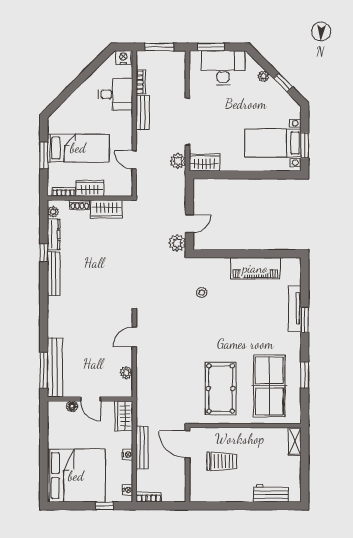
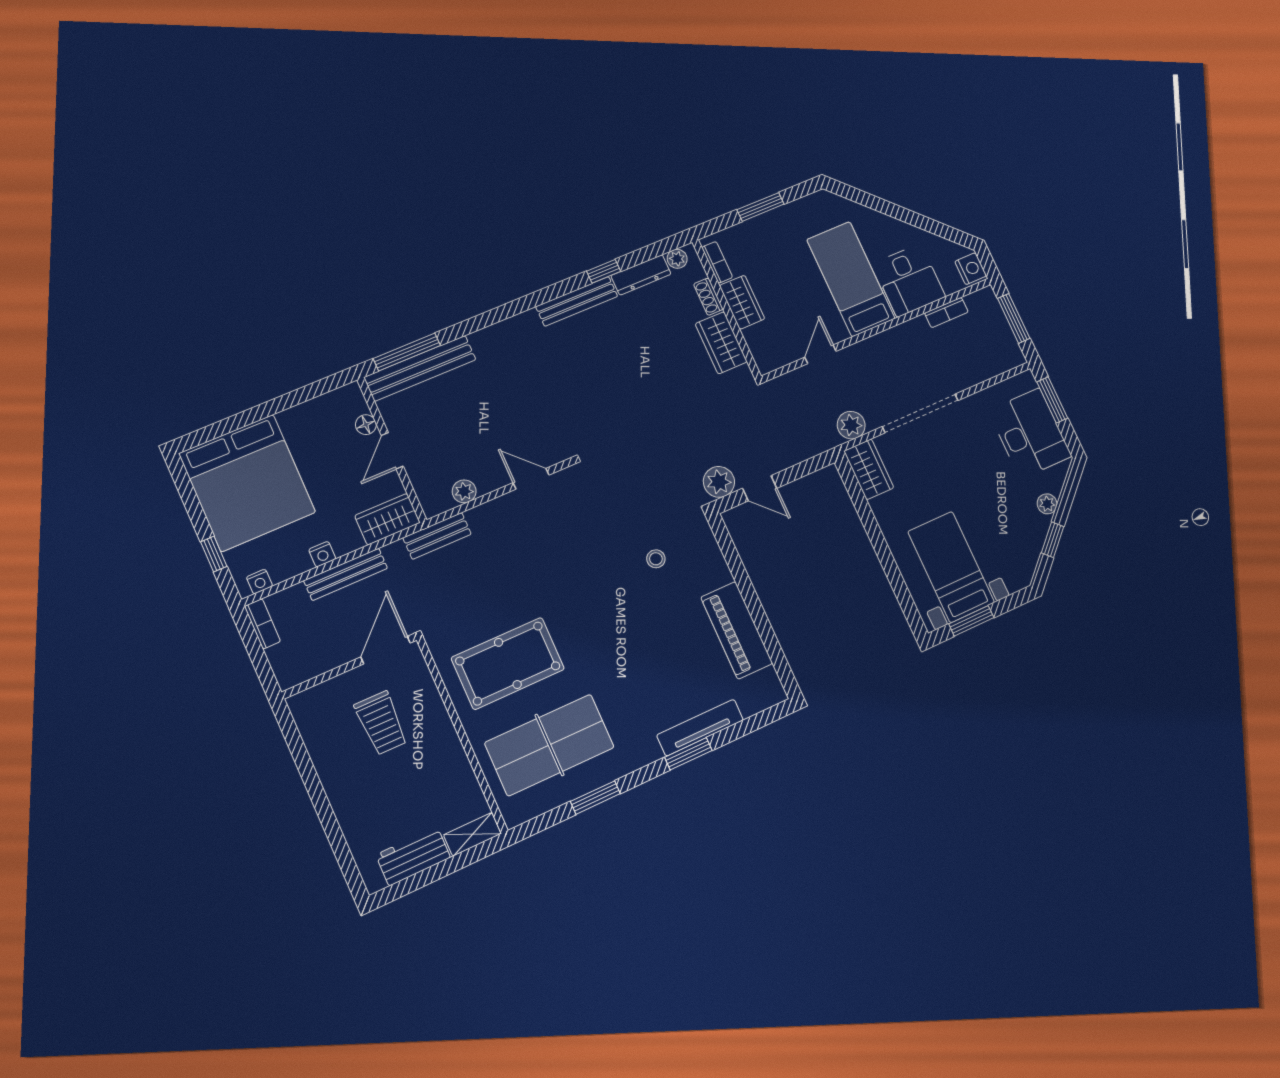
bench: (143, 112) -> (437, 536), moved
bed: (78, 148) -> (851, 279), moved, turned 180
workbench: (271, 493) -> (413, 856), moved, turned -90

